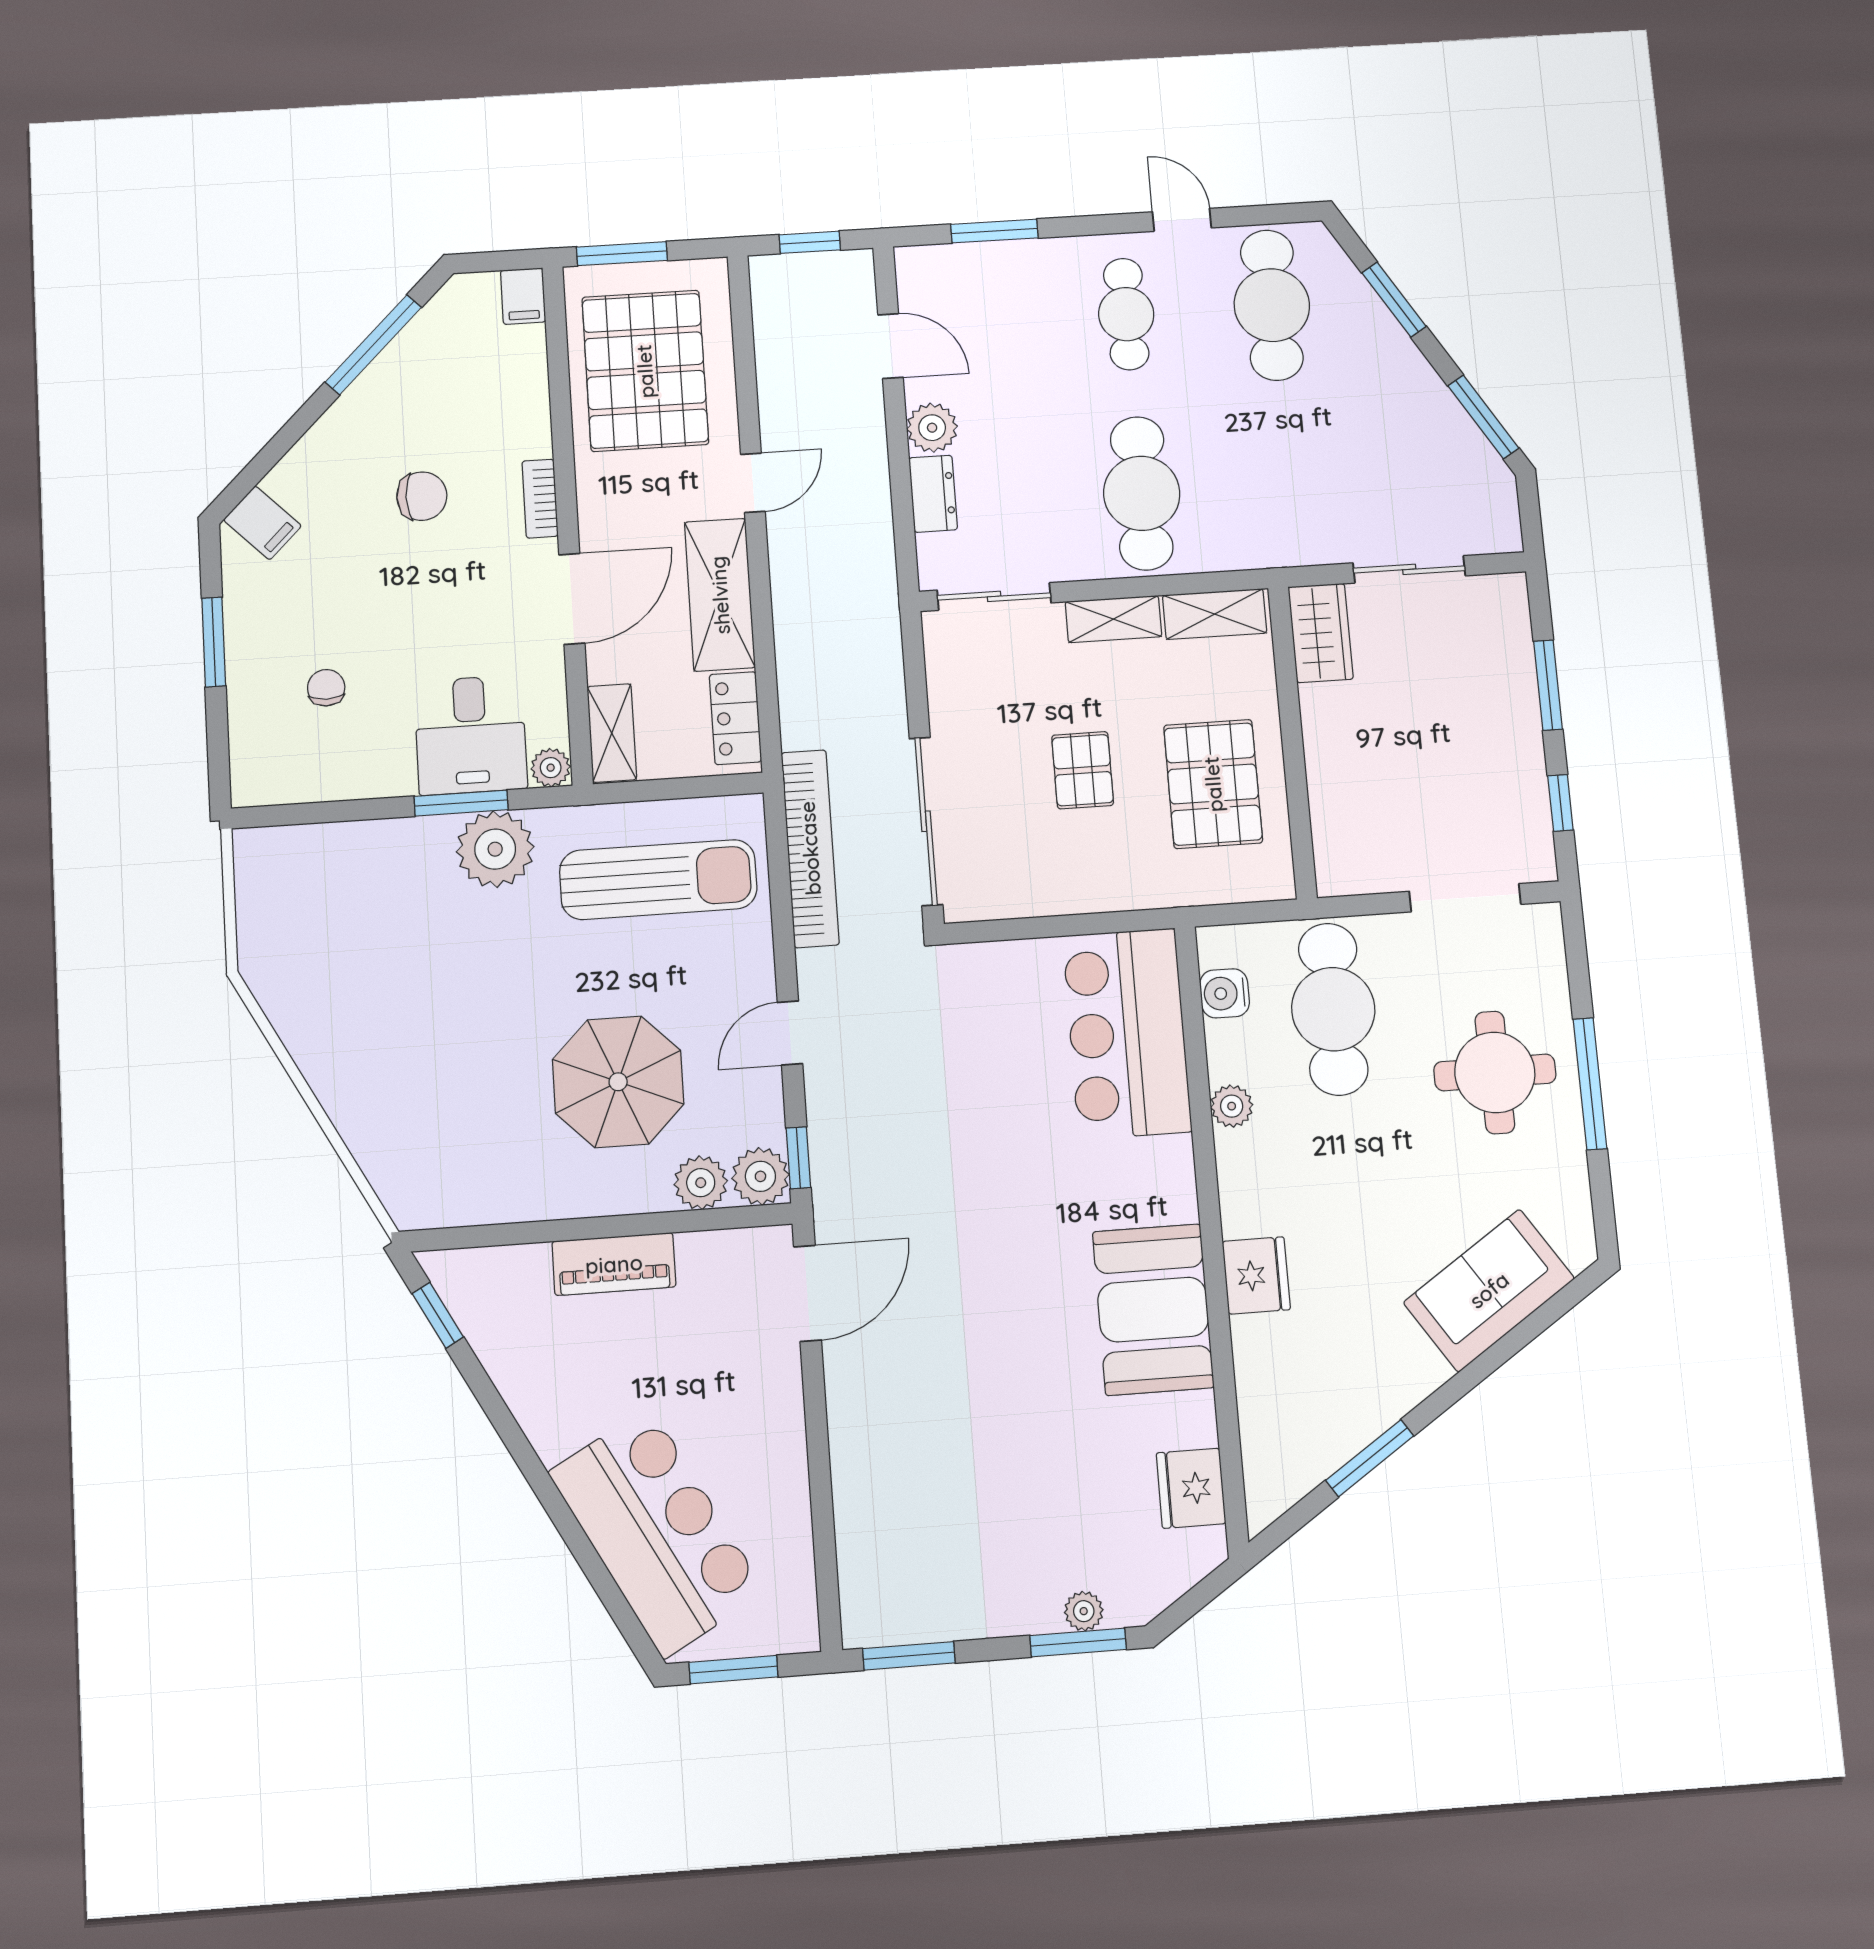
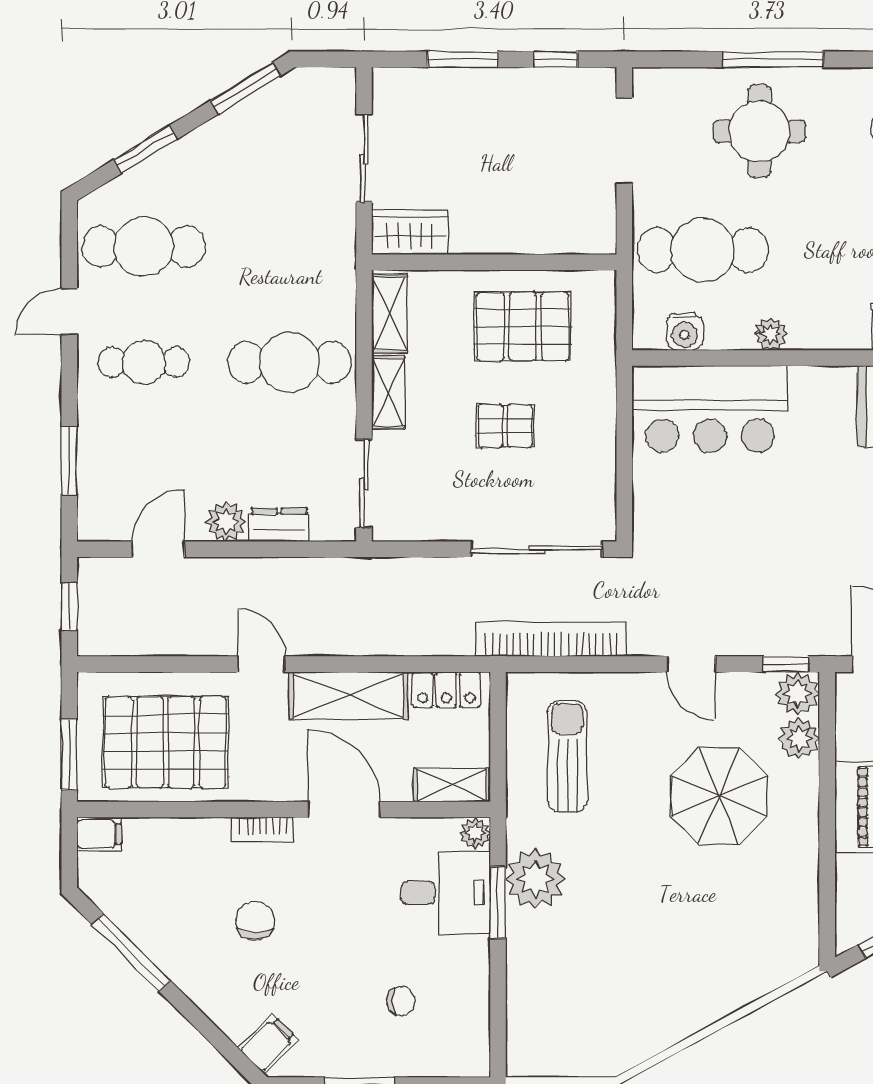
chair: (326, 688) -> (401, 1001), turned 180
sun lounger: (658, 880) -> (567, 756), width x0.73, depth x0.75

